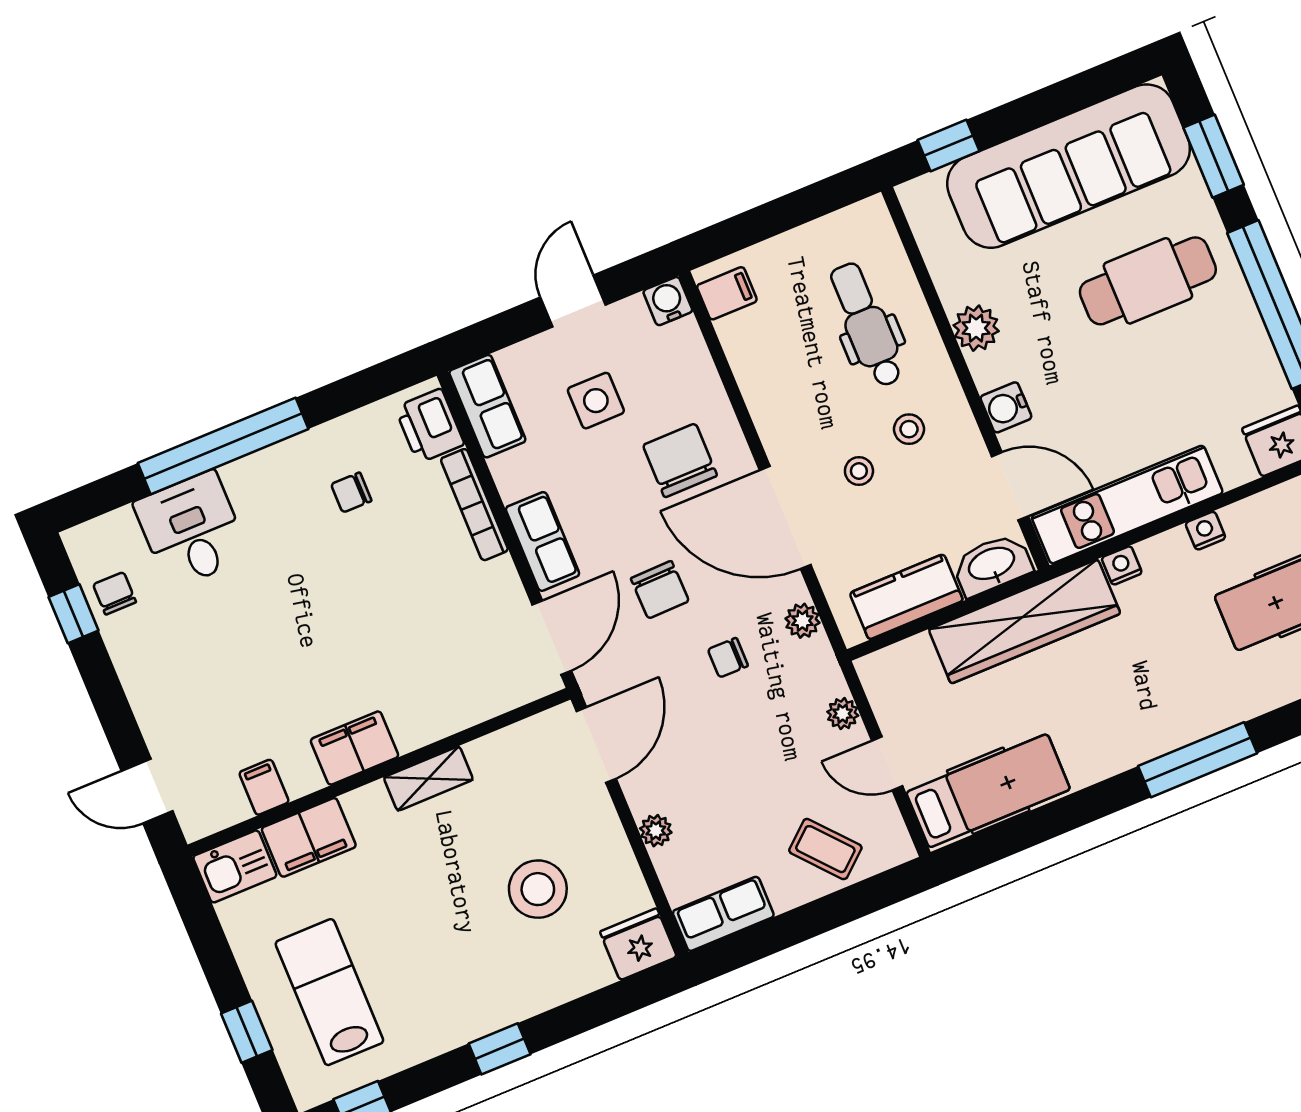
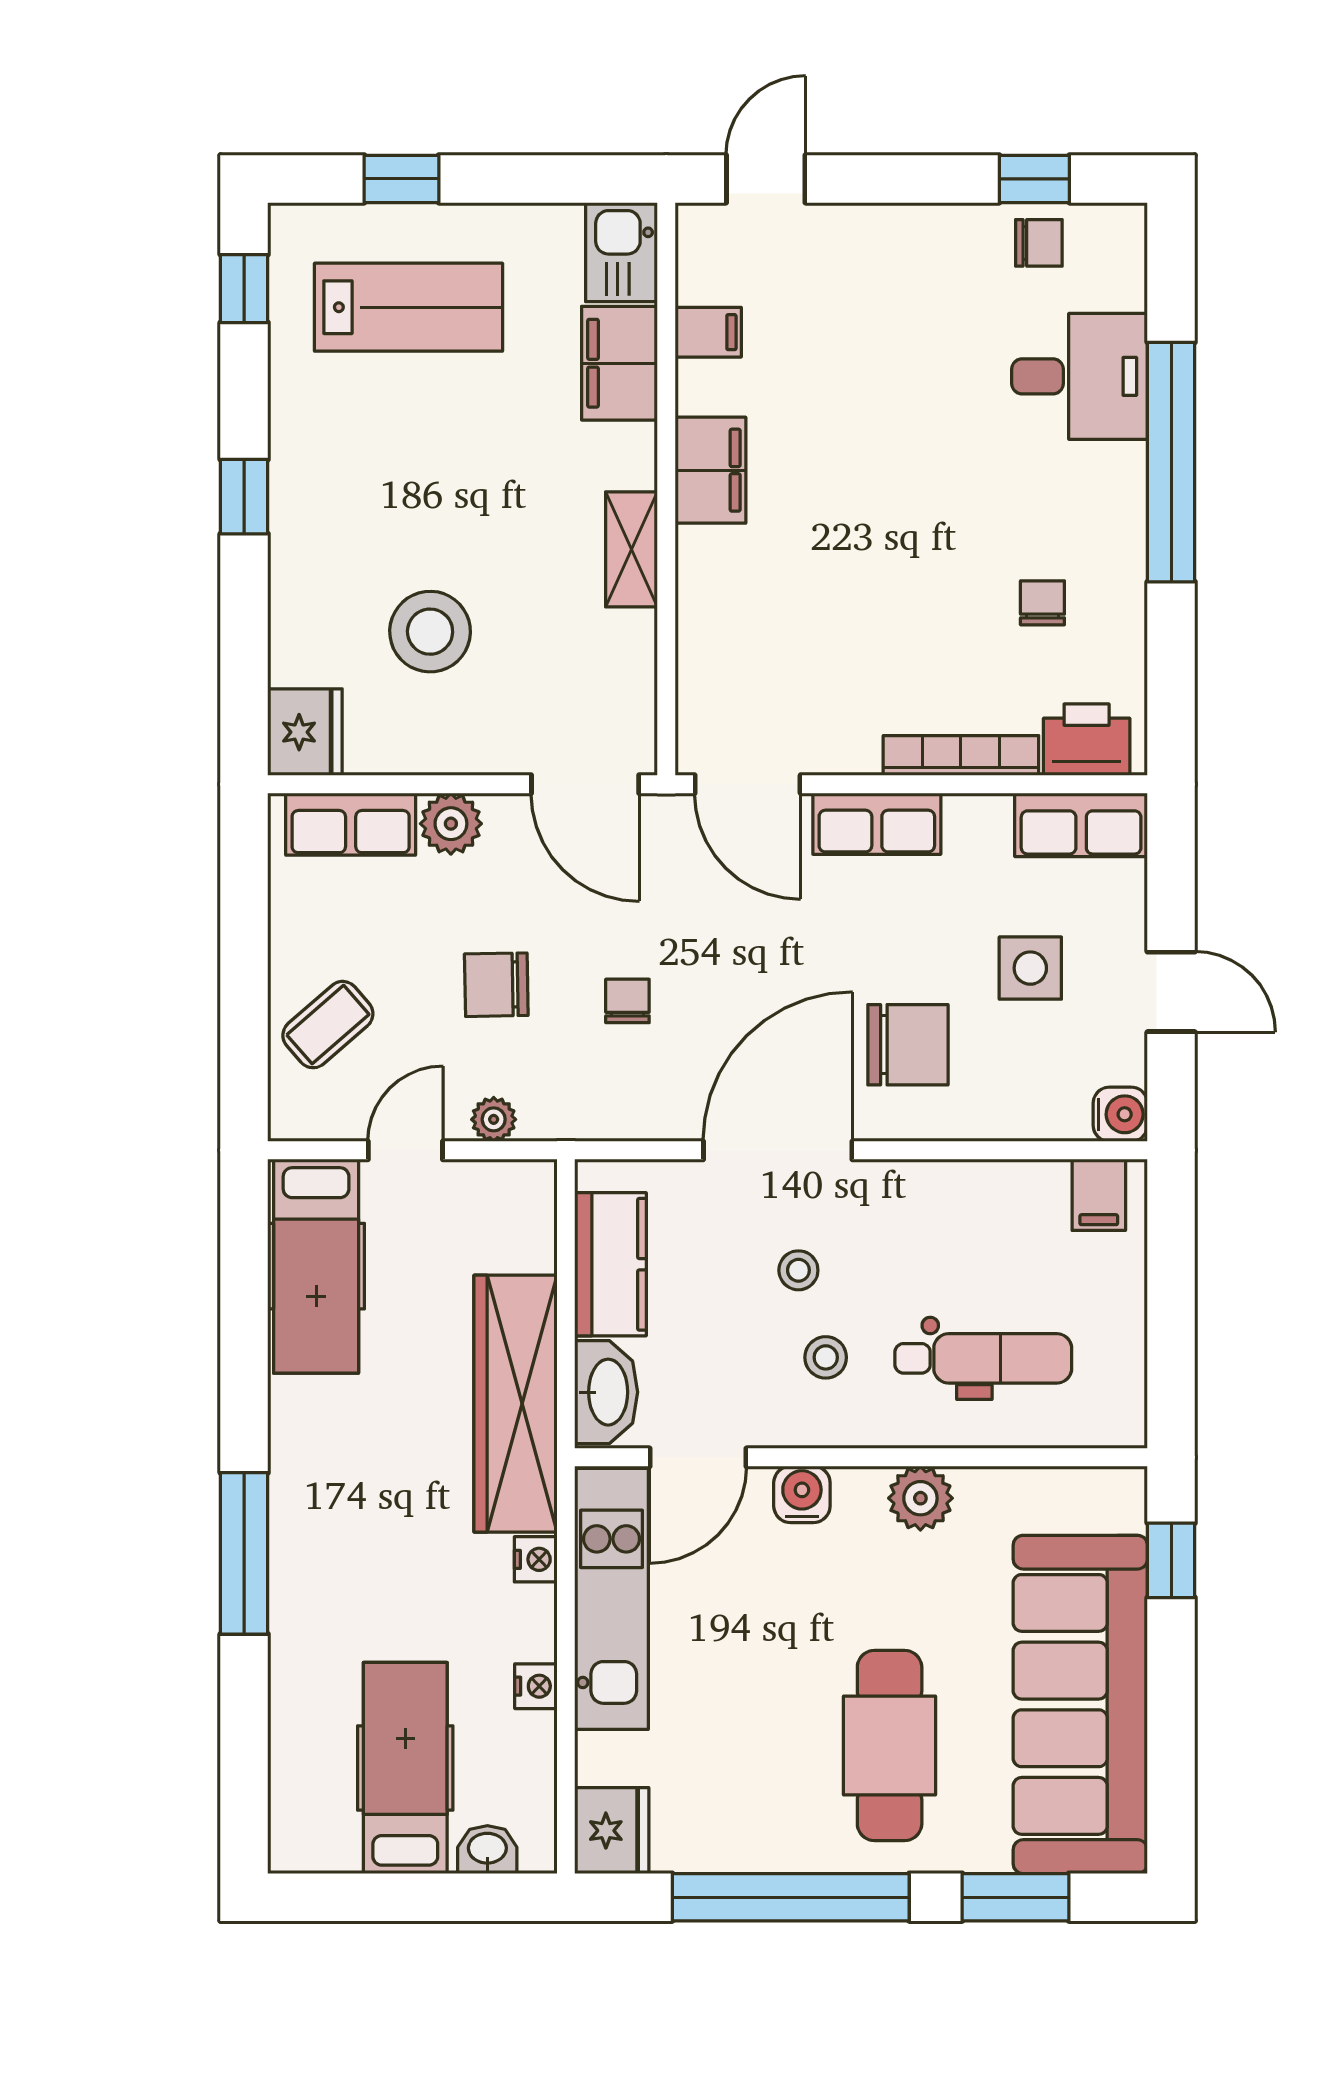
chair: (660, 590) -> (496, 985), moved
plant: (802, 621) -> (635, 1117), removed
plant: (656, 831) -> (451, 824), width x1.38, depth x1.38
row of seats: (723, 914) -> (351, 824), moved, turned 90

